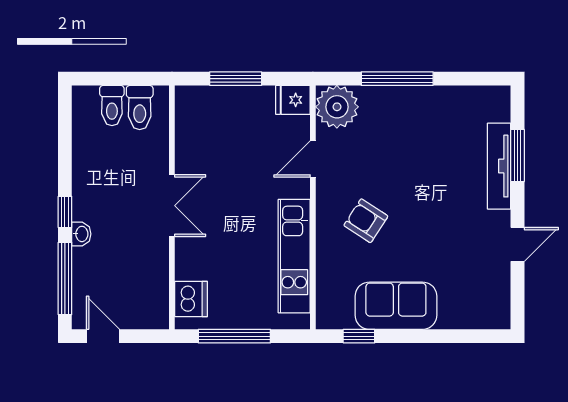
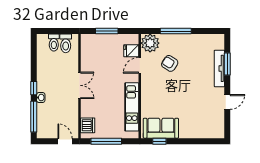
fridge: (293, 100) -> (131, 51), moved
armchair: (366, 221) -> (170, 63), moved
sofa: (396, 306) -> (161, 128), moved
door: (103, 336) -> (65, 141), moved

